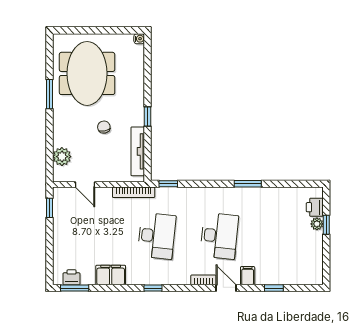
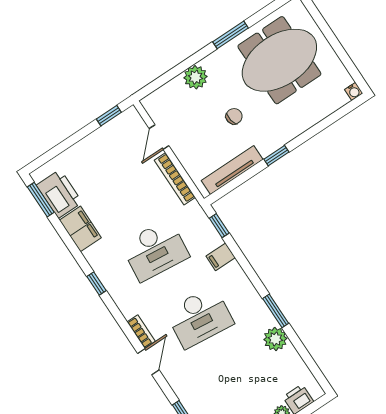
plant: (62, 157) -> (196, 77), moved
bookcase: (134, 192) -> (175, 179), moved
plant: (266, 196) -> (275, 339), added
filing cabinet: (248, 276) -> (221, 257), moved, turned 180
printer: (72, 277) -> (59, 194), width x1.87, depth x1.48

